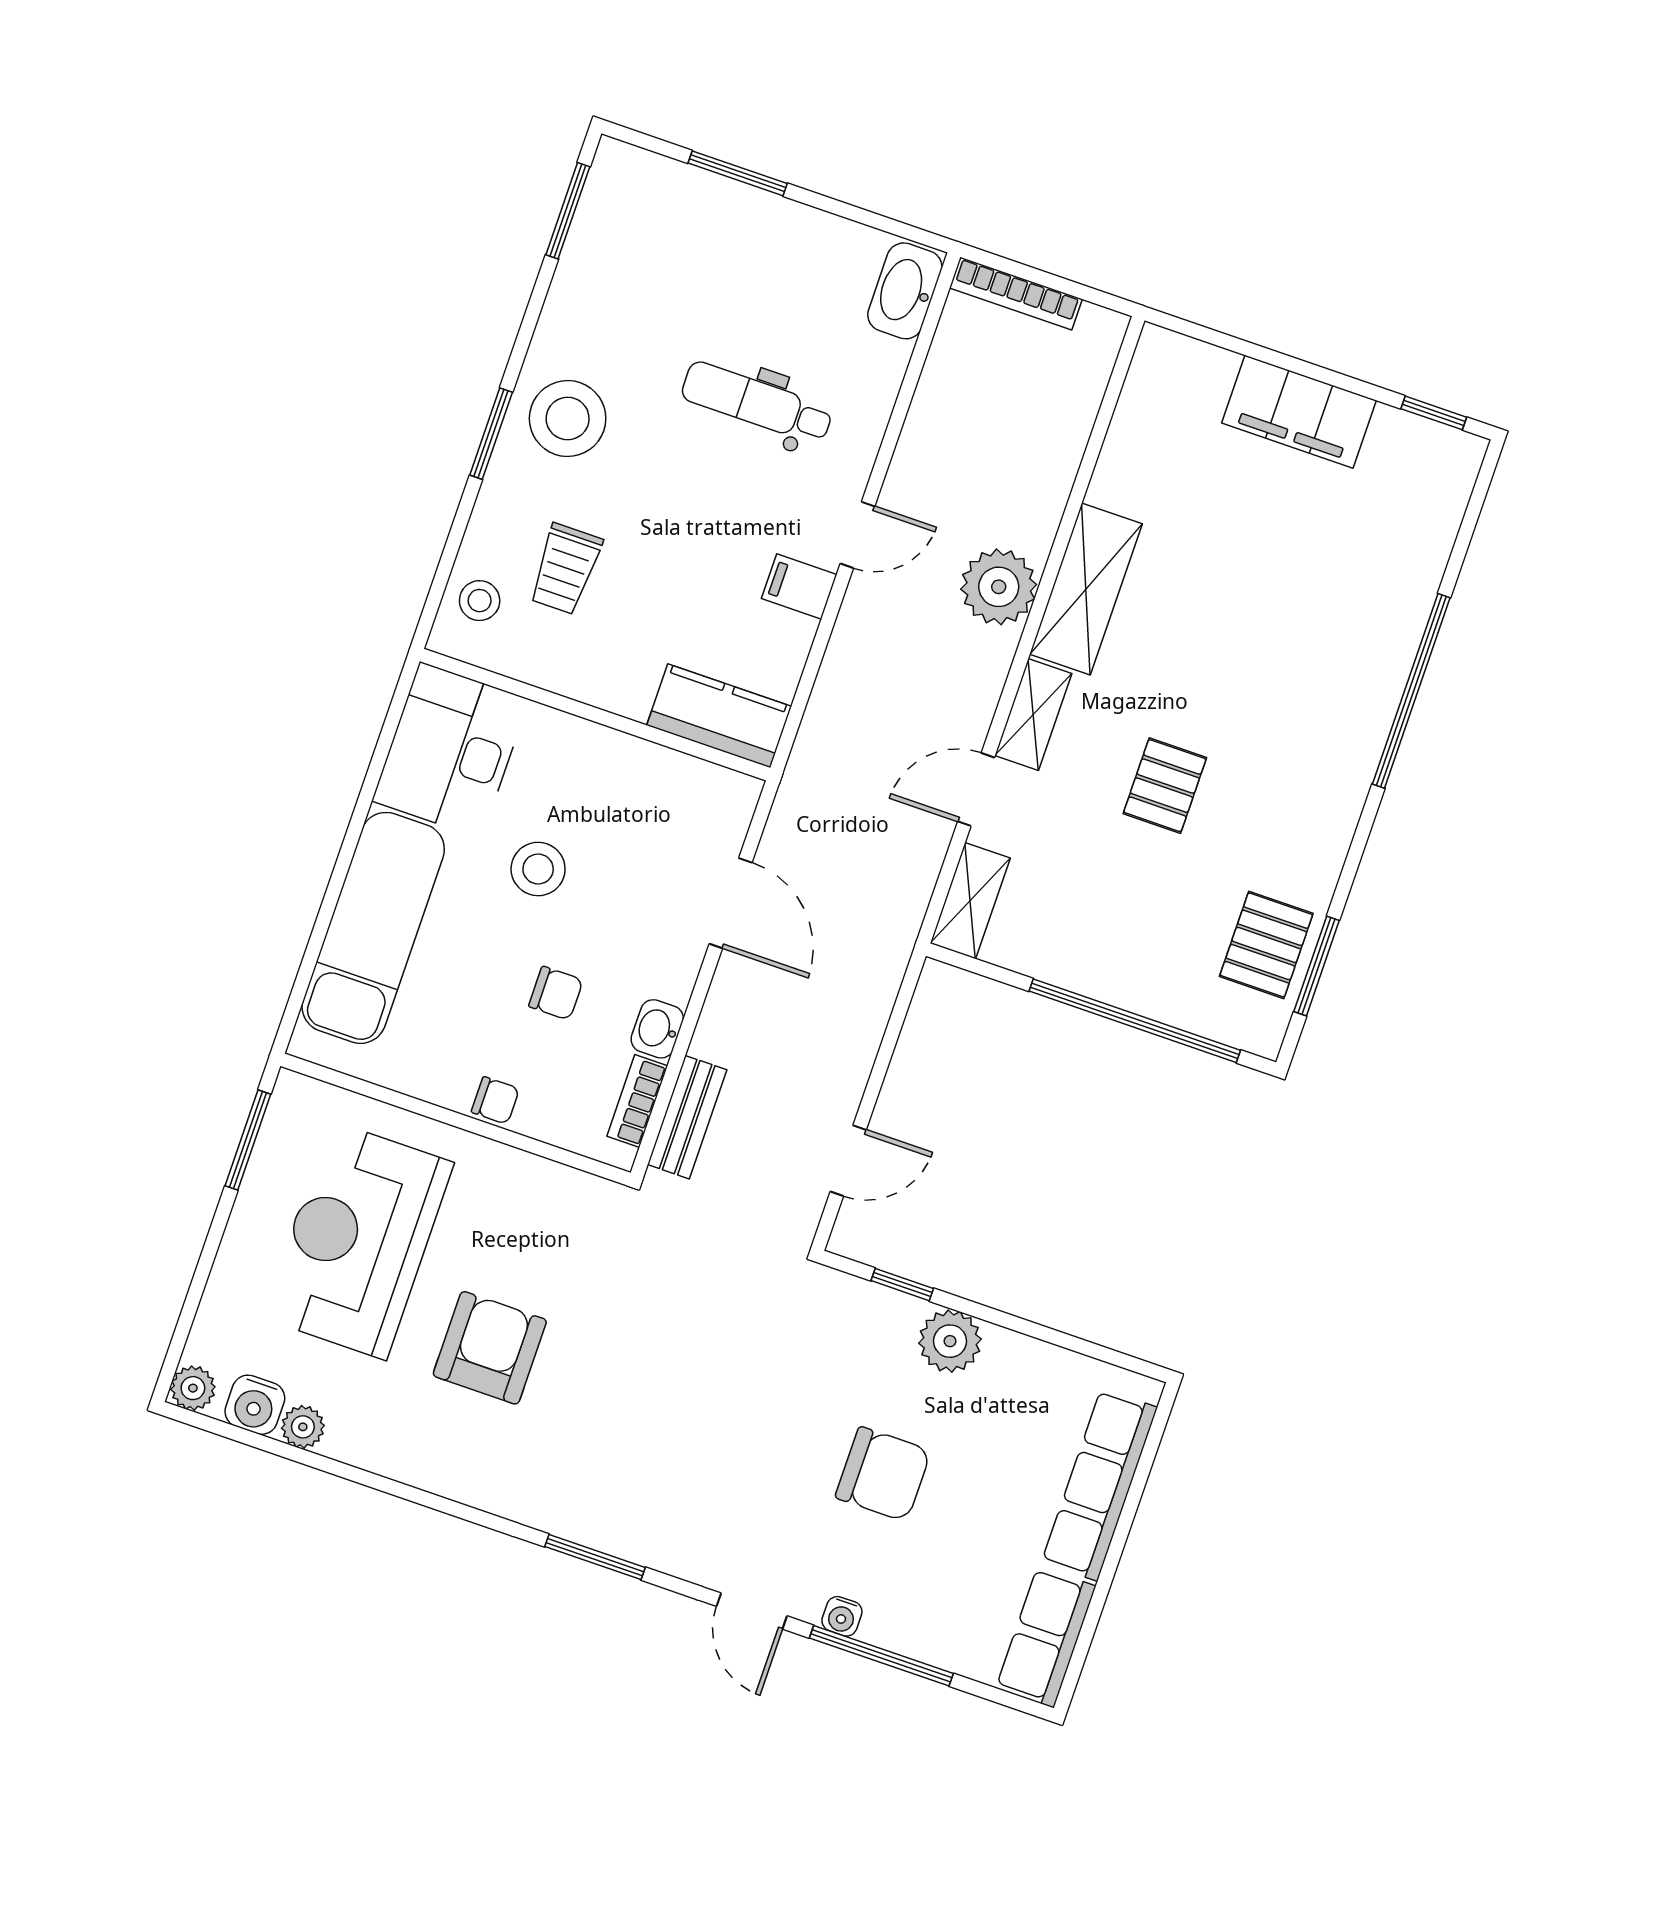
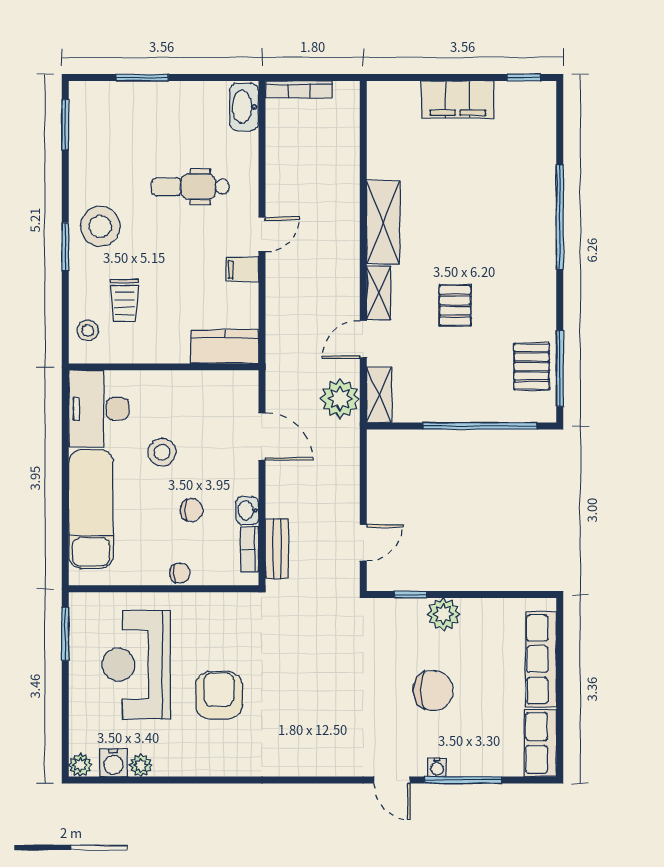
plant: (999, 587) -> (340, 399), moved
window: (1317, 966) -> (560, 368), width x1.44
window: (595, 1557) -> (306, 780), removed

